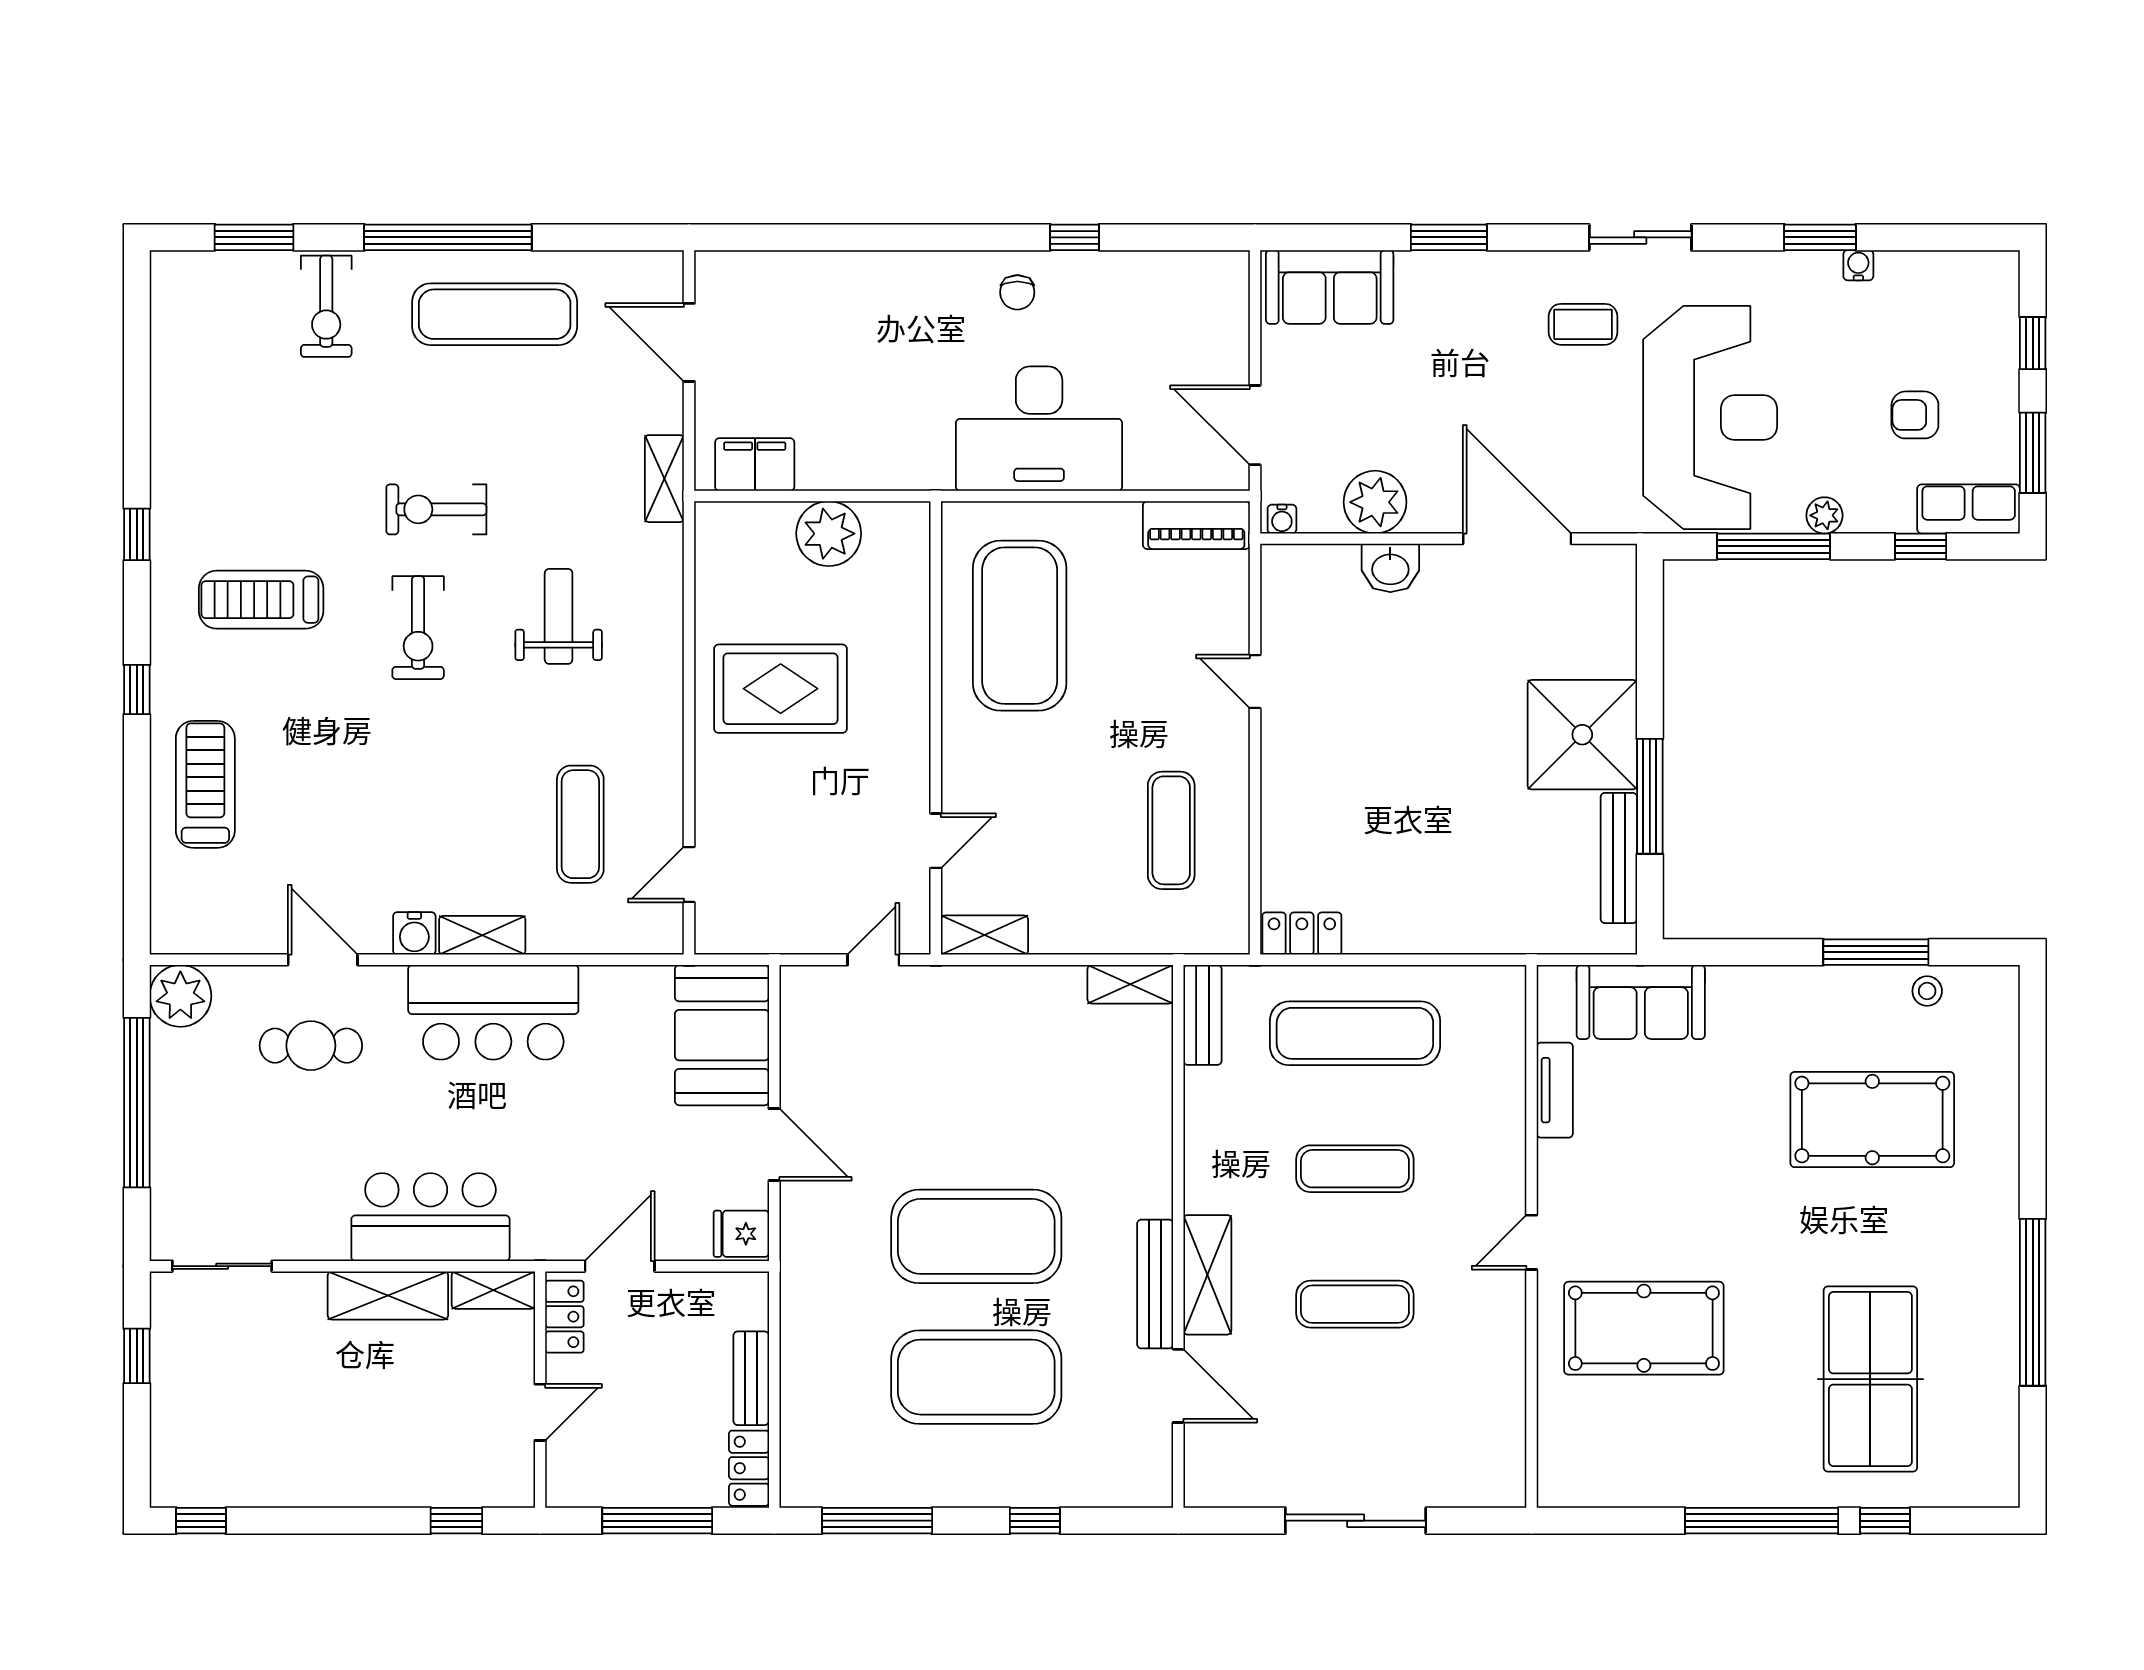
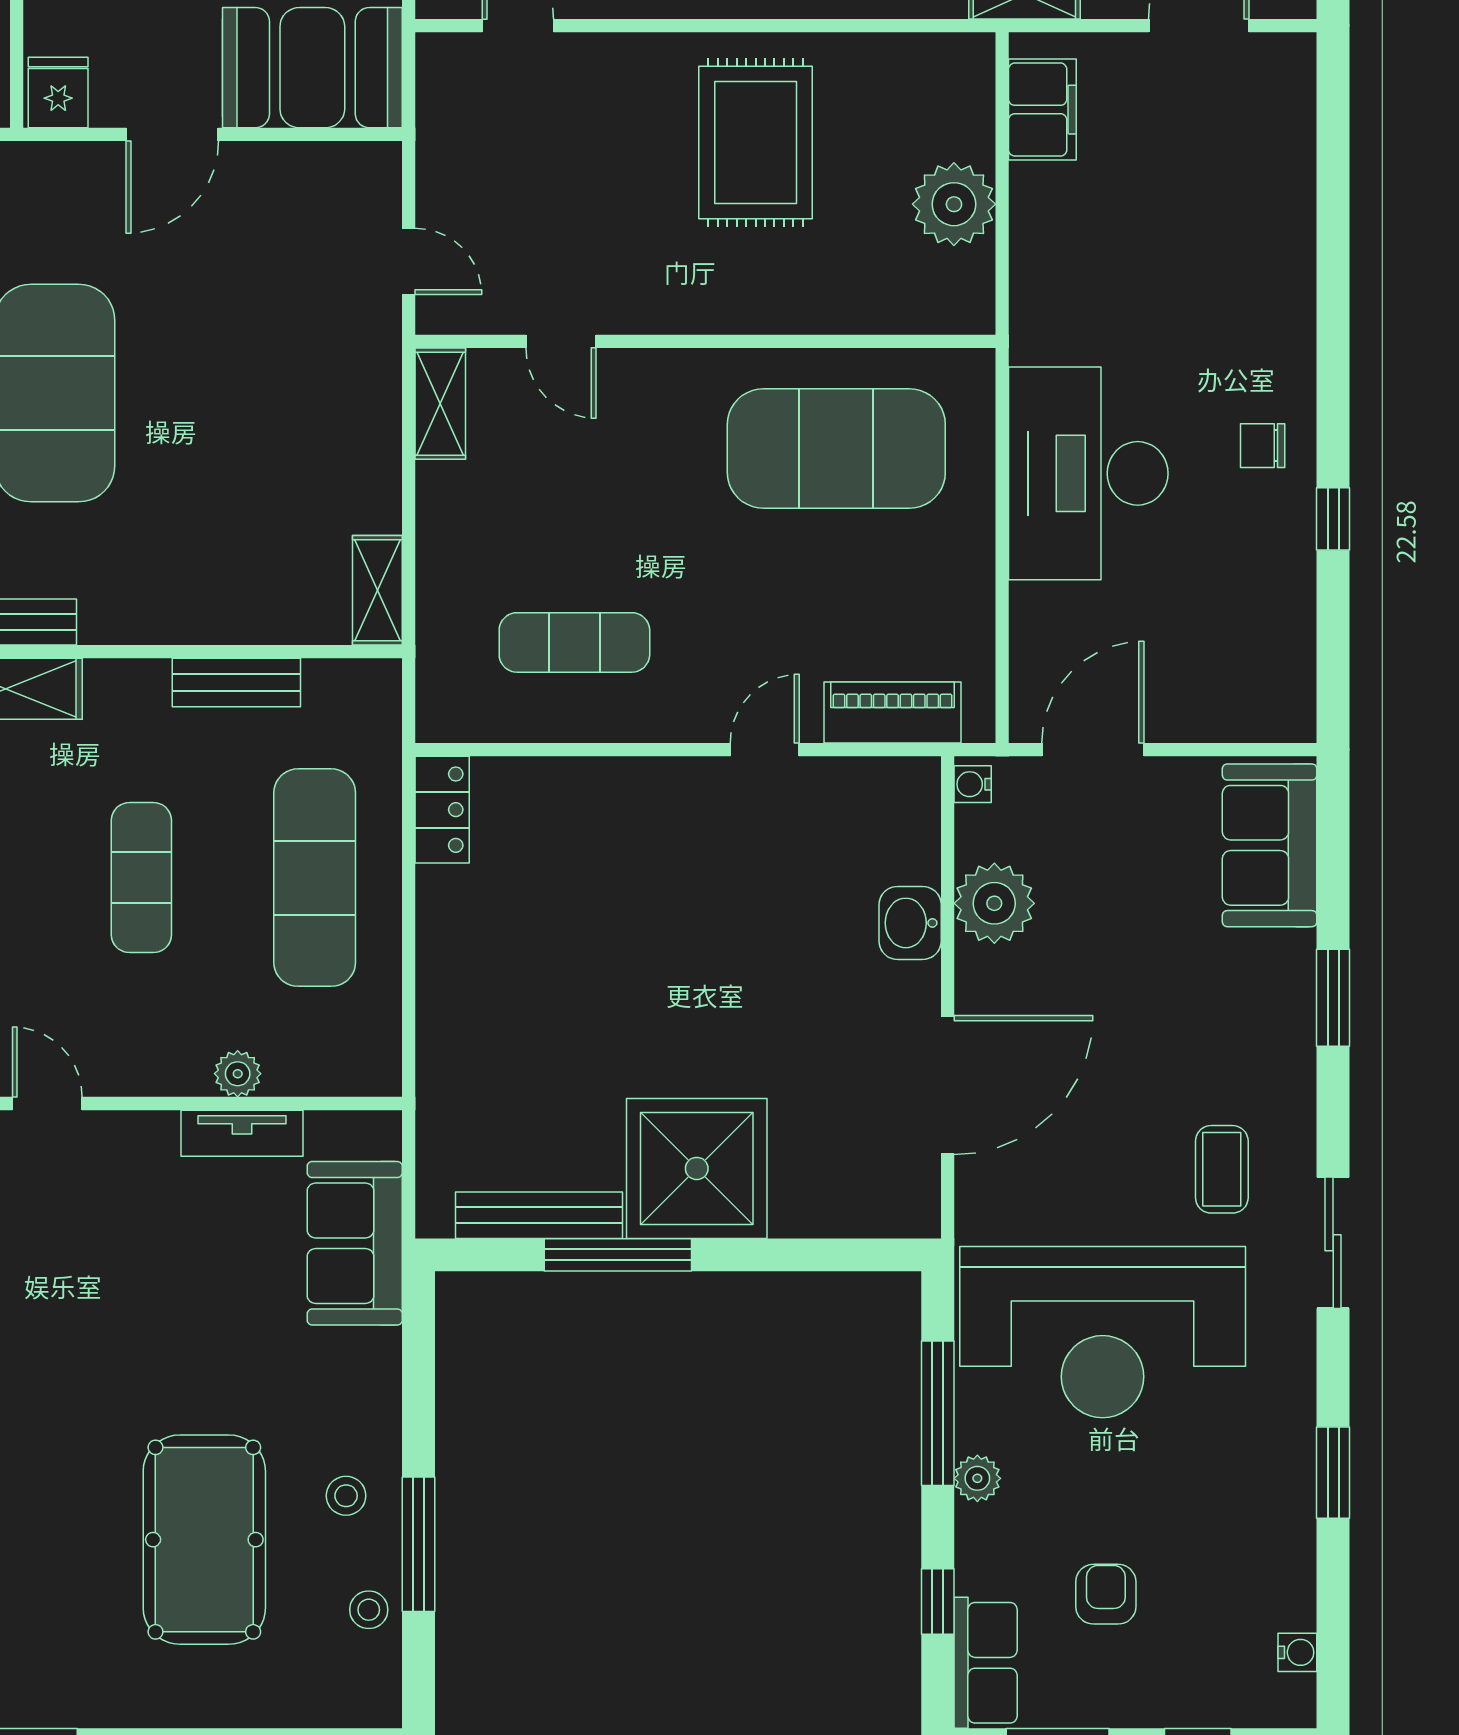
water cooler: (1858, 265) -> (1297, 1652), moved
piano: (1196, 525) -> (893, 713), moved, turned 90
stool: (1838, 1009) -> (346, 1496), added
bench: (1203, 1015) -> (236, 683), moved
plant: (1508, 1093) -> (238, 1074), added

